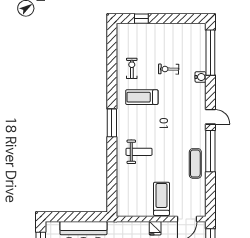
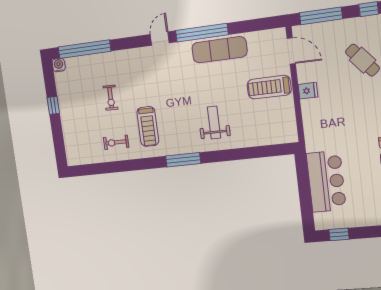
window: (141, 19) -> (53, 105), moved
water cooler: (200, 77) -> (59, 65), moved
exercise mat: (195, 163) -> (219, 50), width x1.36, depth x1.45

